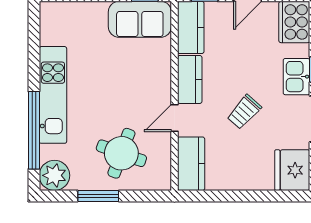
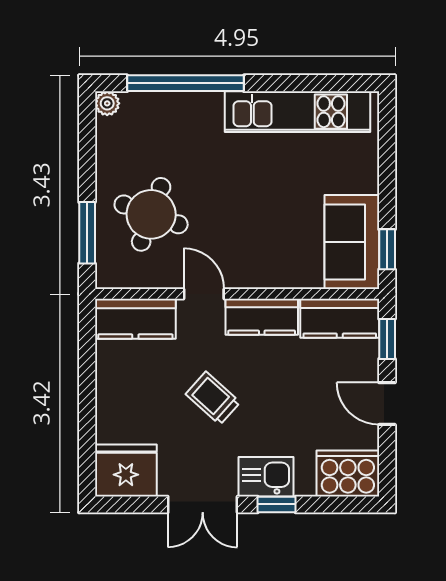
kitchen unit: (53, 95) -> (298, 112), moved
plant: (54, 175) -> (107, 103), width x0.53, depth x0.53
window: (98, 196) -> (87, 233), moved

